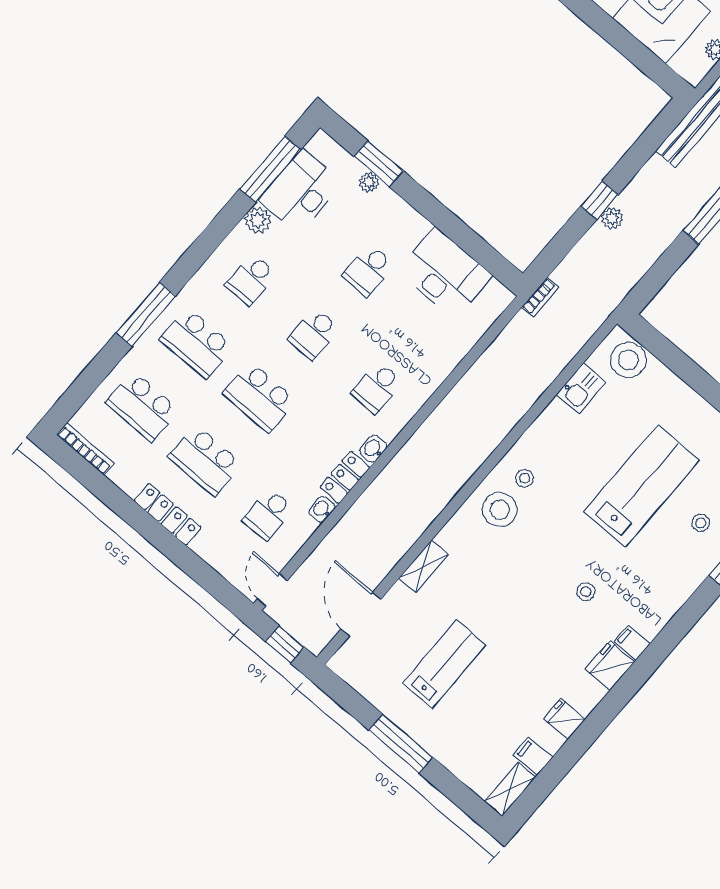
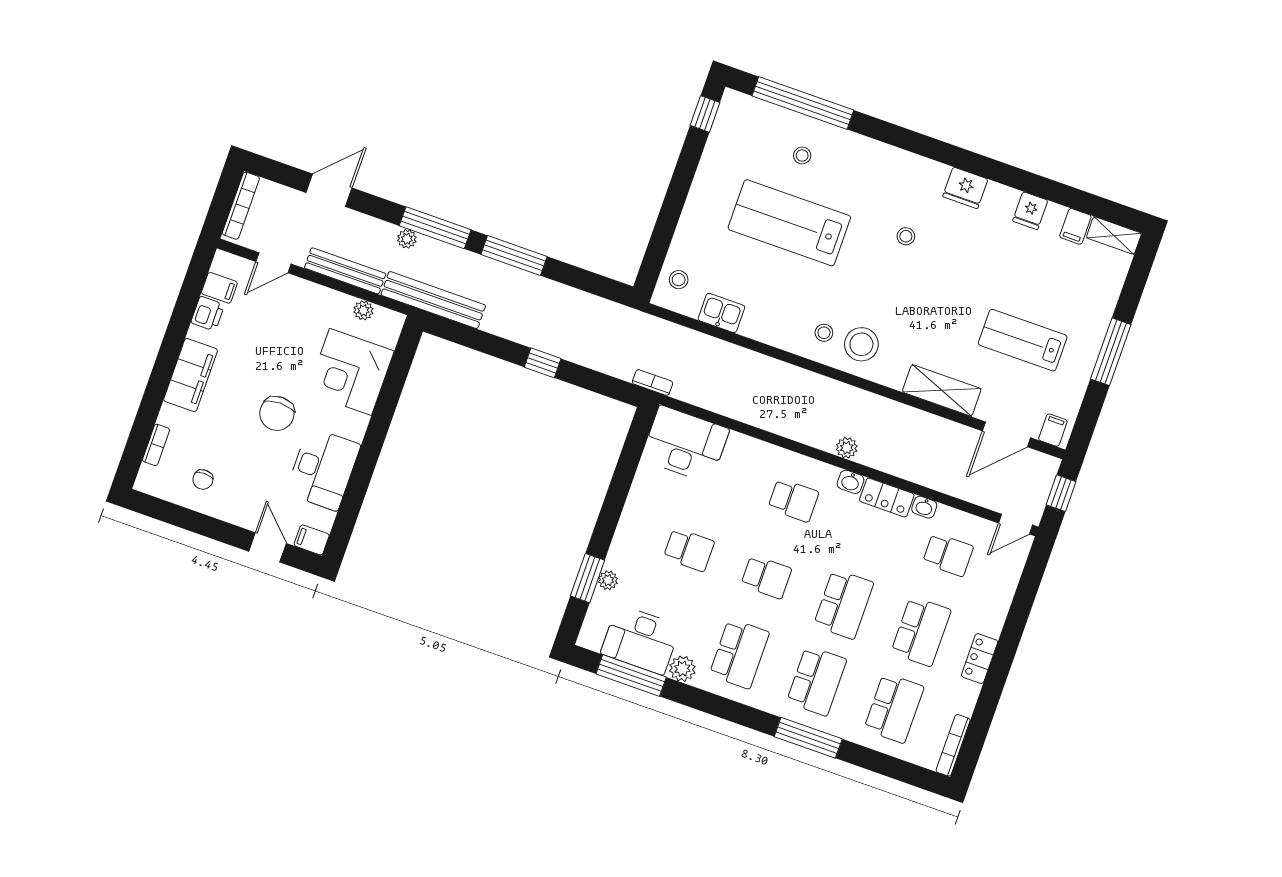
plant: (612, 218) -> (847, 448), moved
desk: (445, 273) -> (685, 444), moved, turned 90
school desk: (251, 280) -> (739, 654), width x1.85
stool: (628, 360) -> (679, 280), width x0.53, depth x0.53
locker: (167, 514) -> (980, 659), width x0.66
shelving: (424, 566) -> (942, 390), width x1.50, depth x1.33
filing cabinet: (632, 643) -> (1053, 430), moved, turned 180

